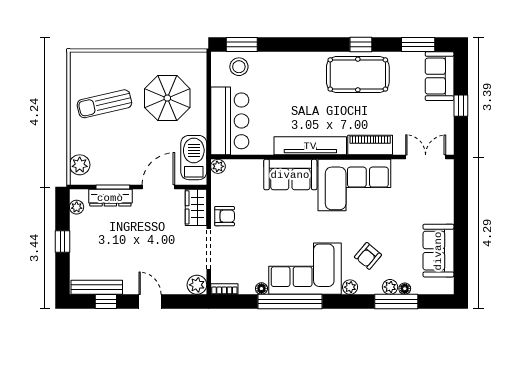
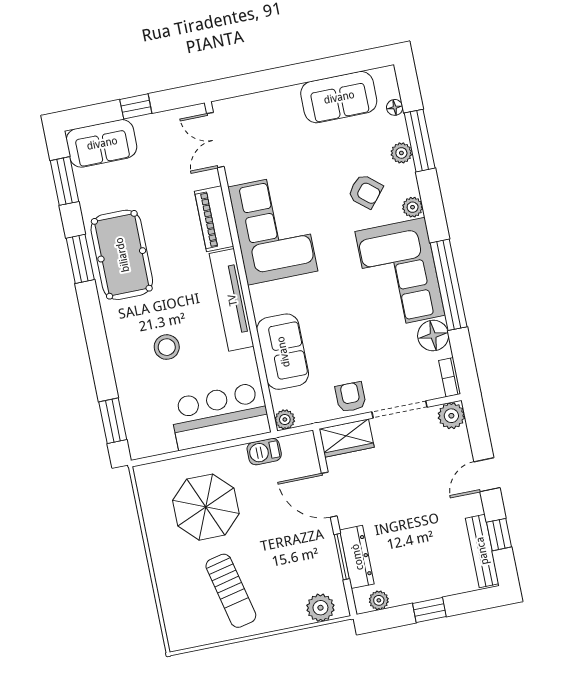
window: (361, 44) -> (80, 259), width x1.50
stool: (239, 67) -> (167, 347), moved
barbecue: (194, 158) -> (264, 452), width x0.53, depth x0.65
sofa: (290, 175) -> (283, 352), moved
floor lamp: (261, 289) -> (433, 336), width x1.89, depth x1.89
floor lamp: (405, 289) -> (395, 107), moved

